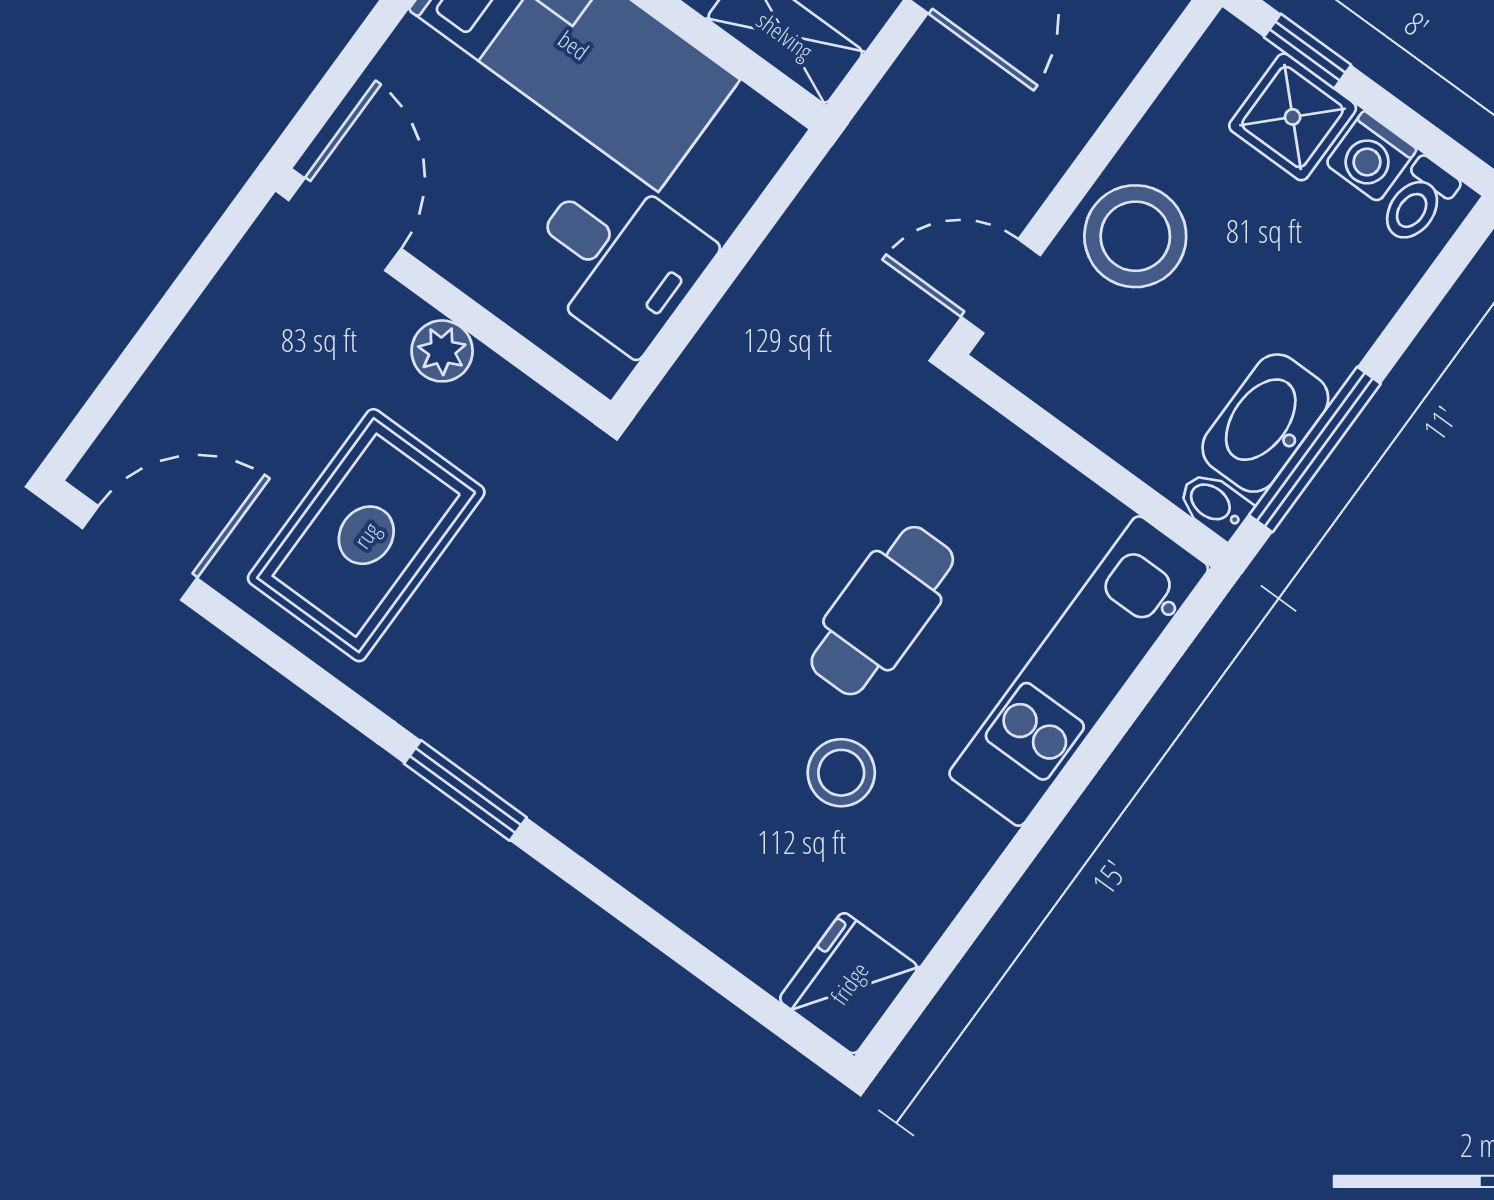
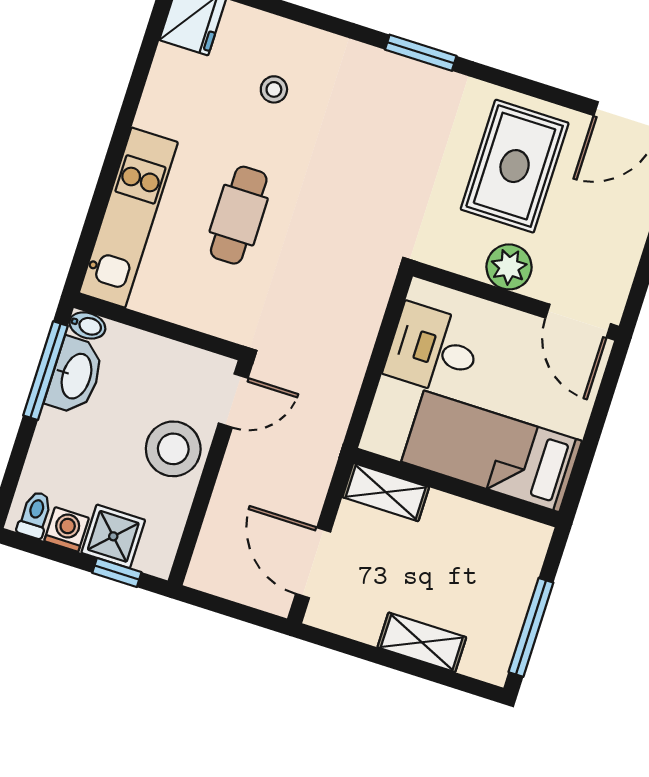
plant: (442, 351) -> (509, 267), width x1.38, depth x1.38
stool: (841, 773) -> (274, 89), moved, width x0.73, depth x0.73

